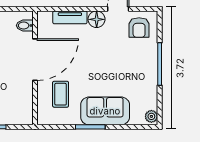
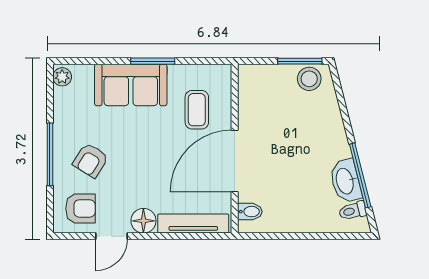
tv unit: (70, 17) -> (193, 224), width x1.41
armchair: (139, 28) -> (80, 208), turned 90
armchair: (132, 60) -> (91, 160), added

